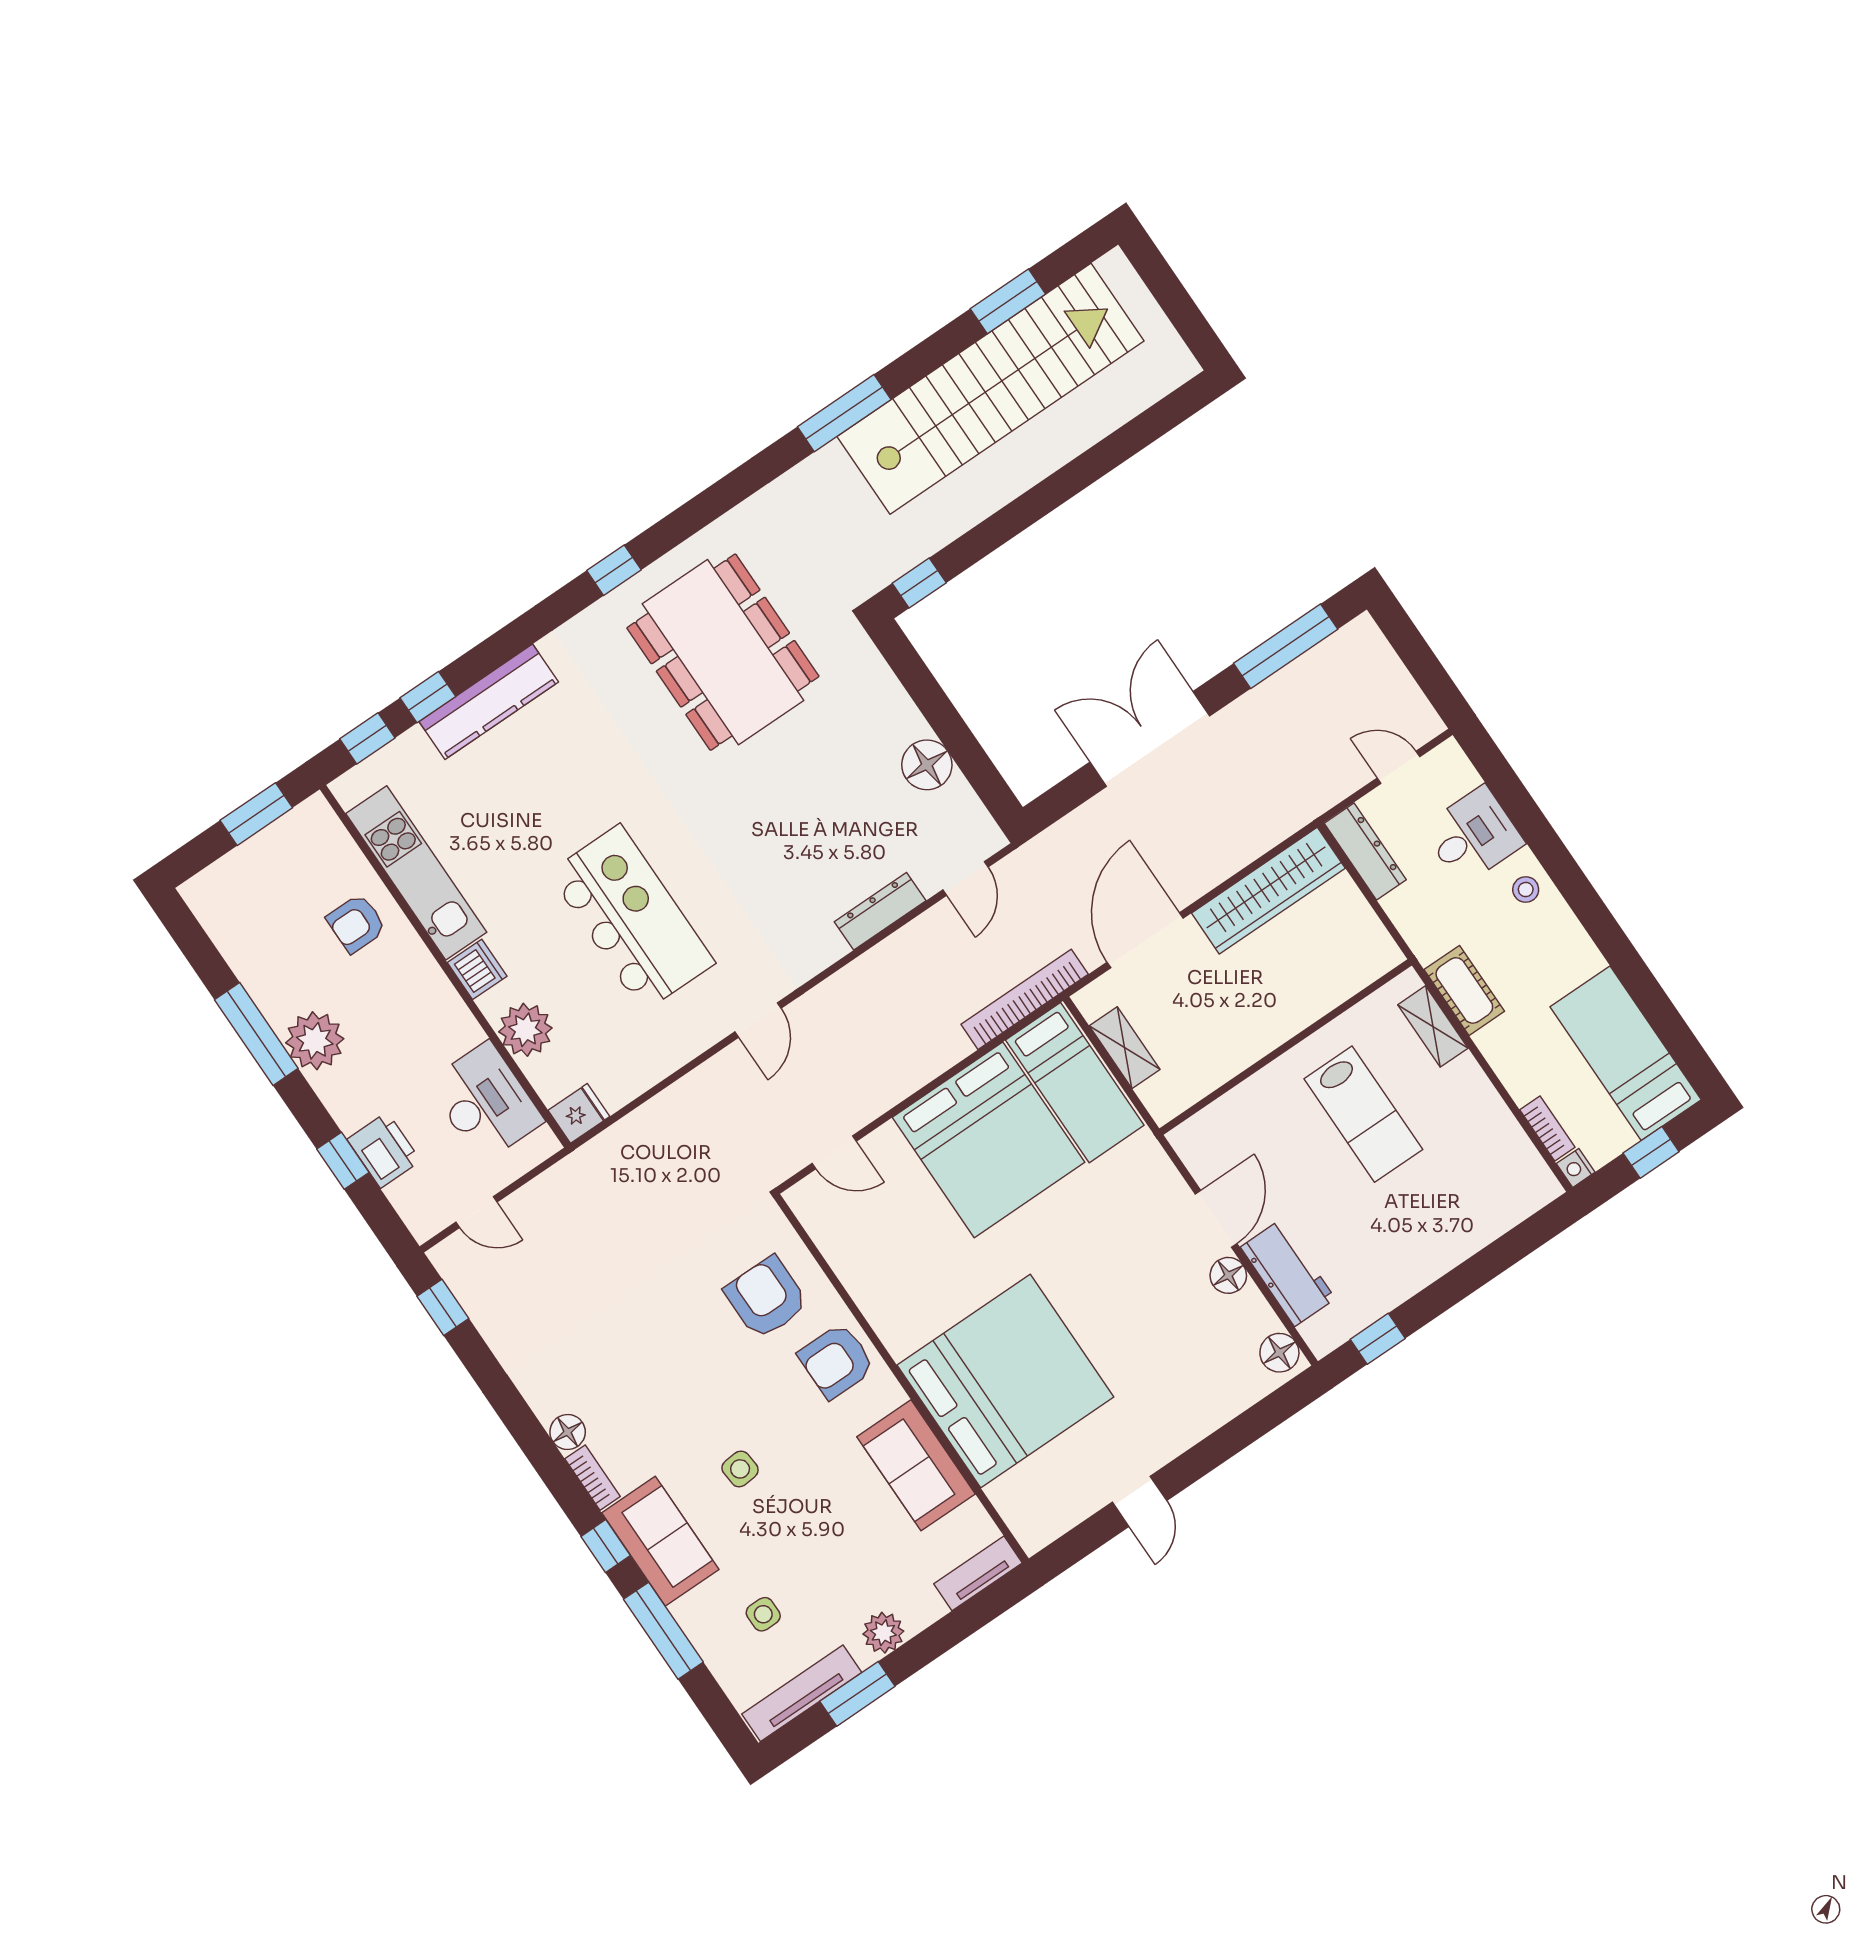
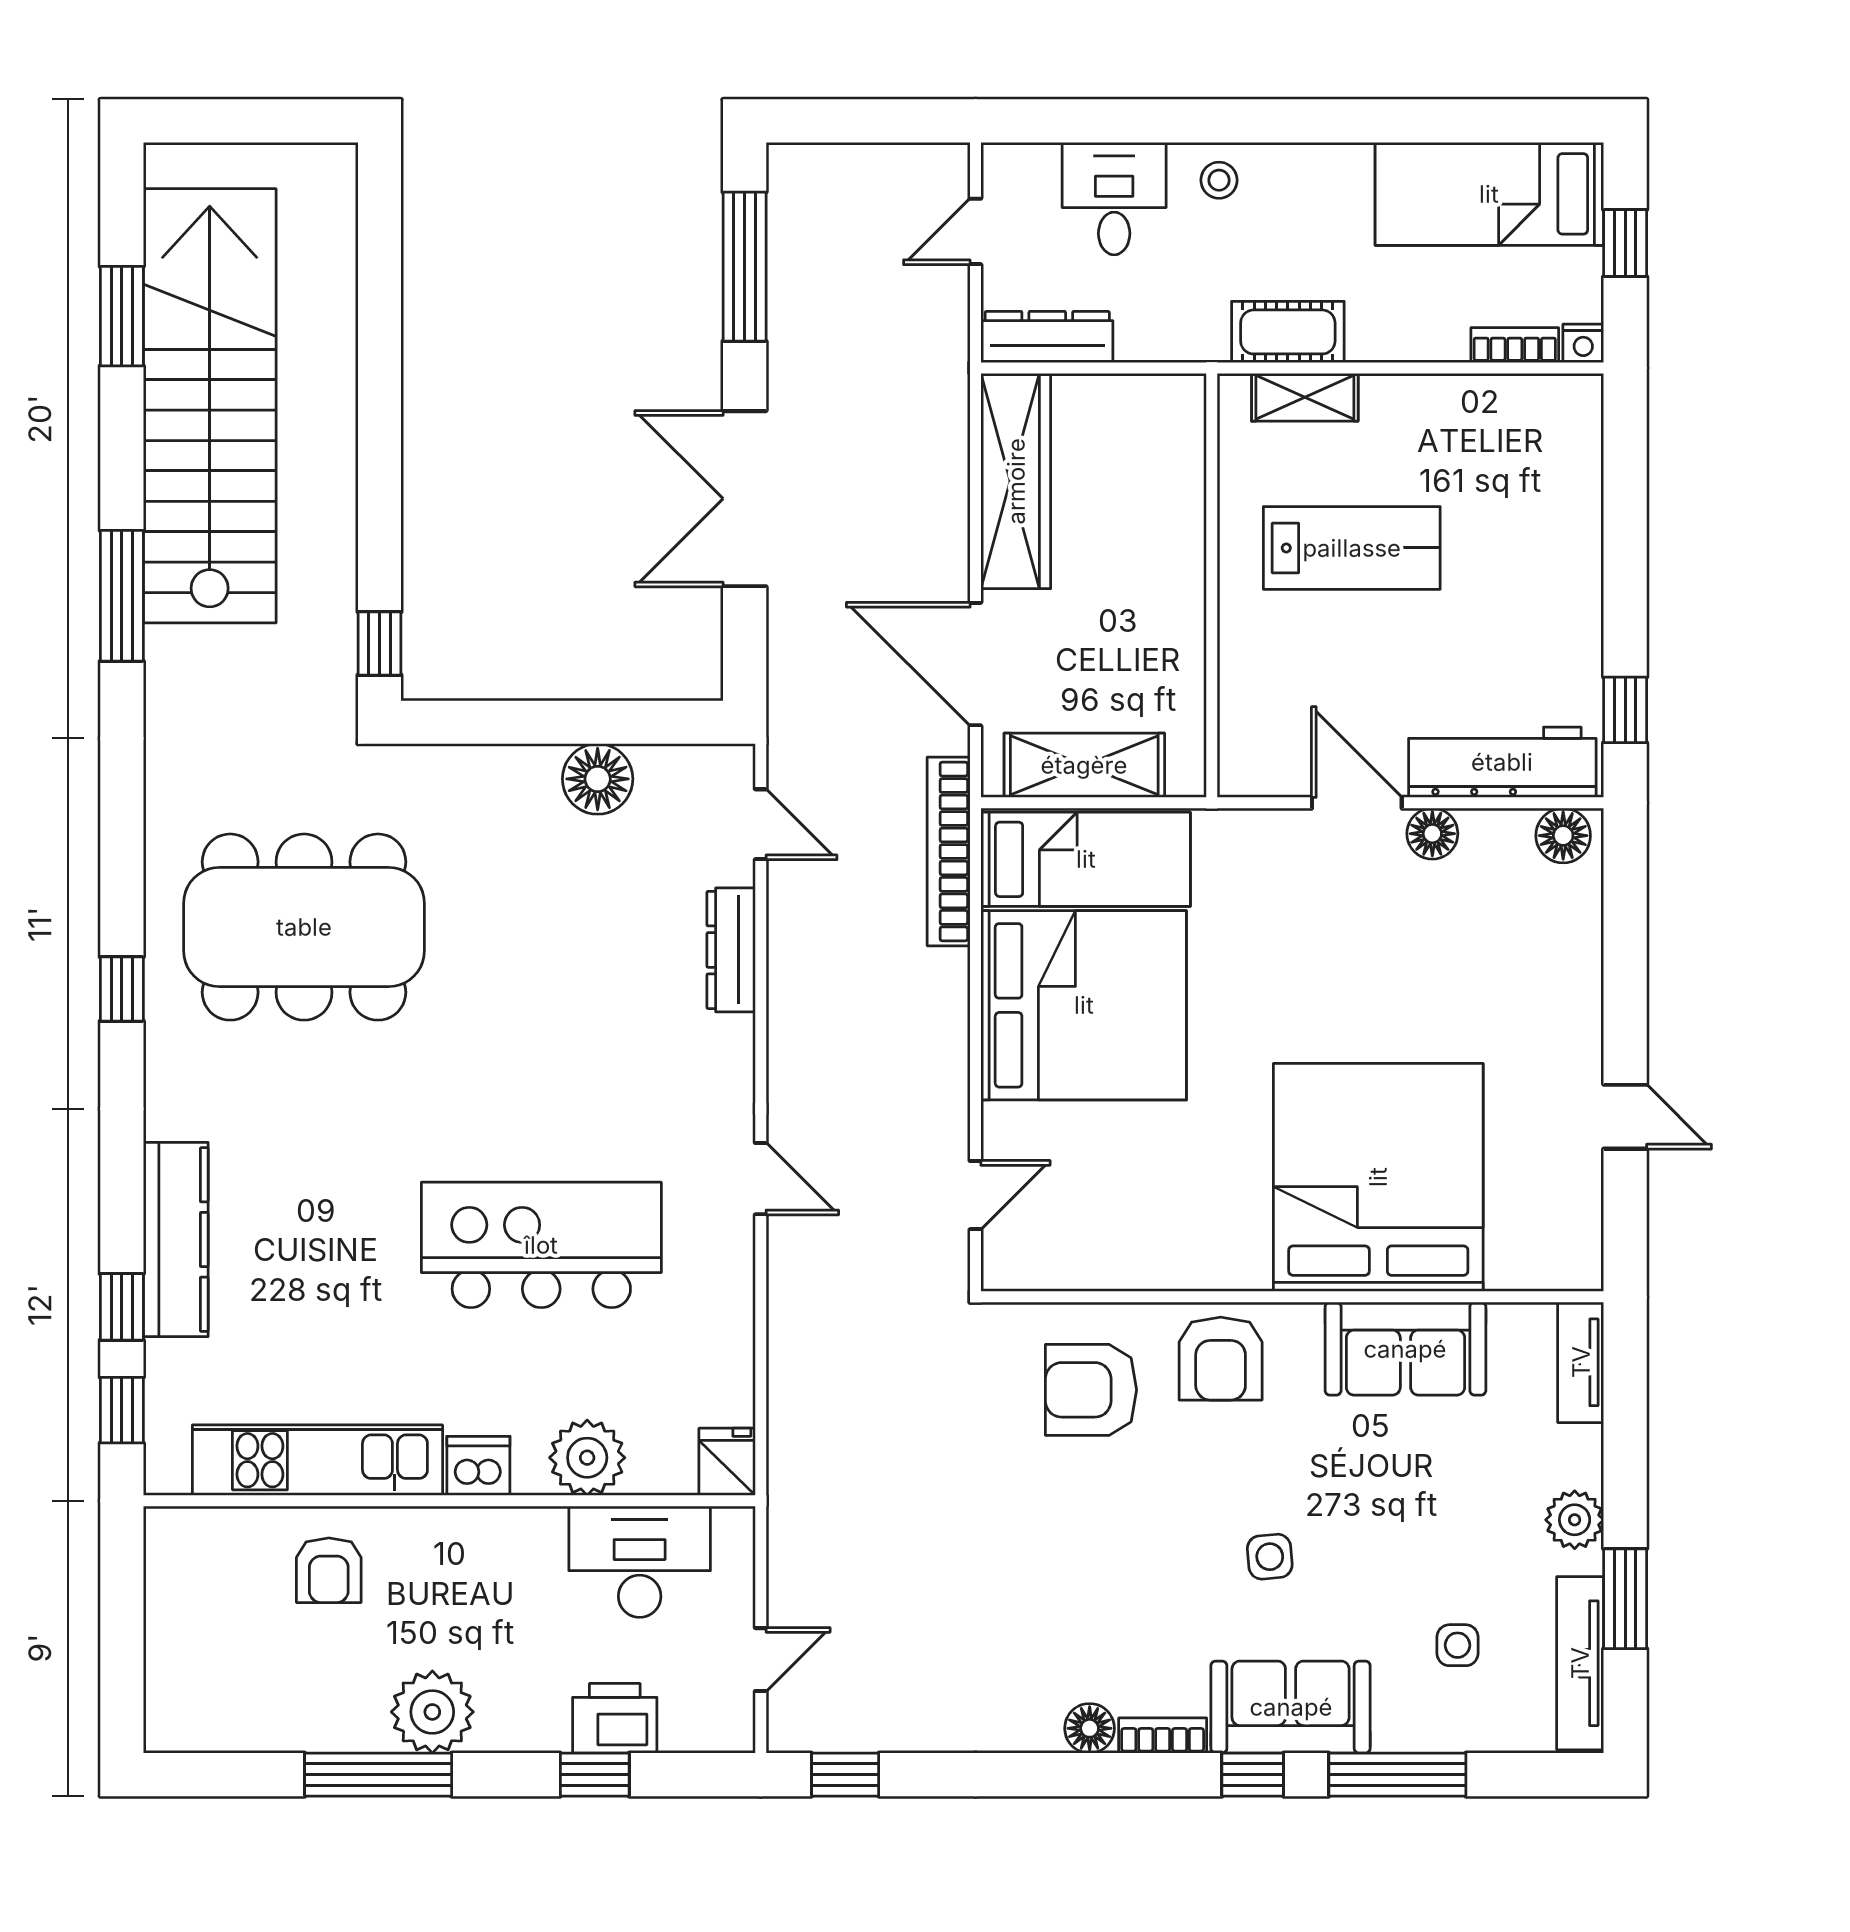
window: (256, 814) -> (122, 1600), removed
shelving: (1125, 1048) -> (1084, 765), width x1.50, depth x1.33
workbench: (1288, 1273) -> (1502, 762), width x1.37

